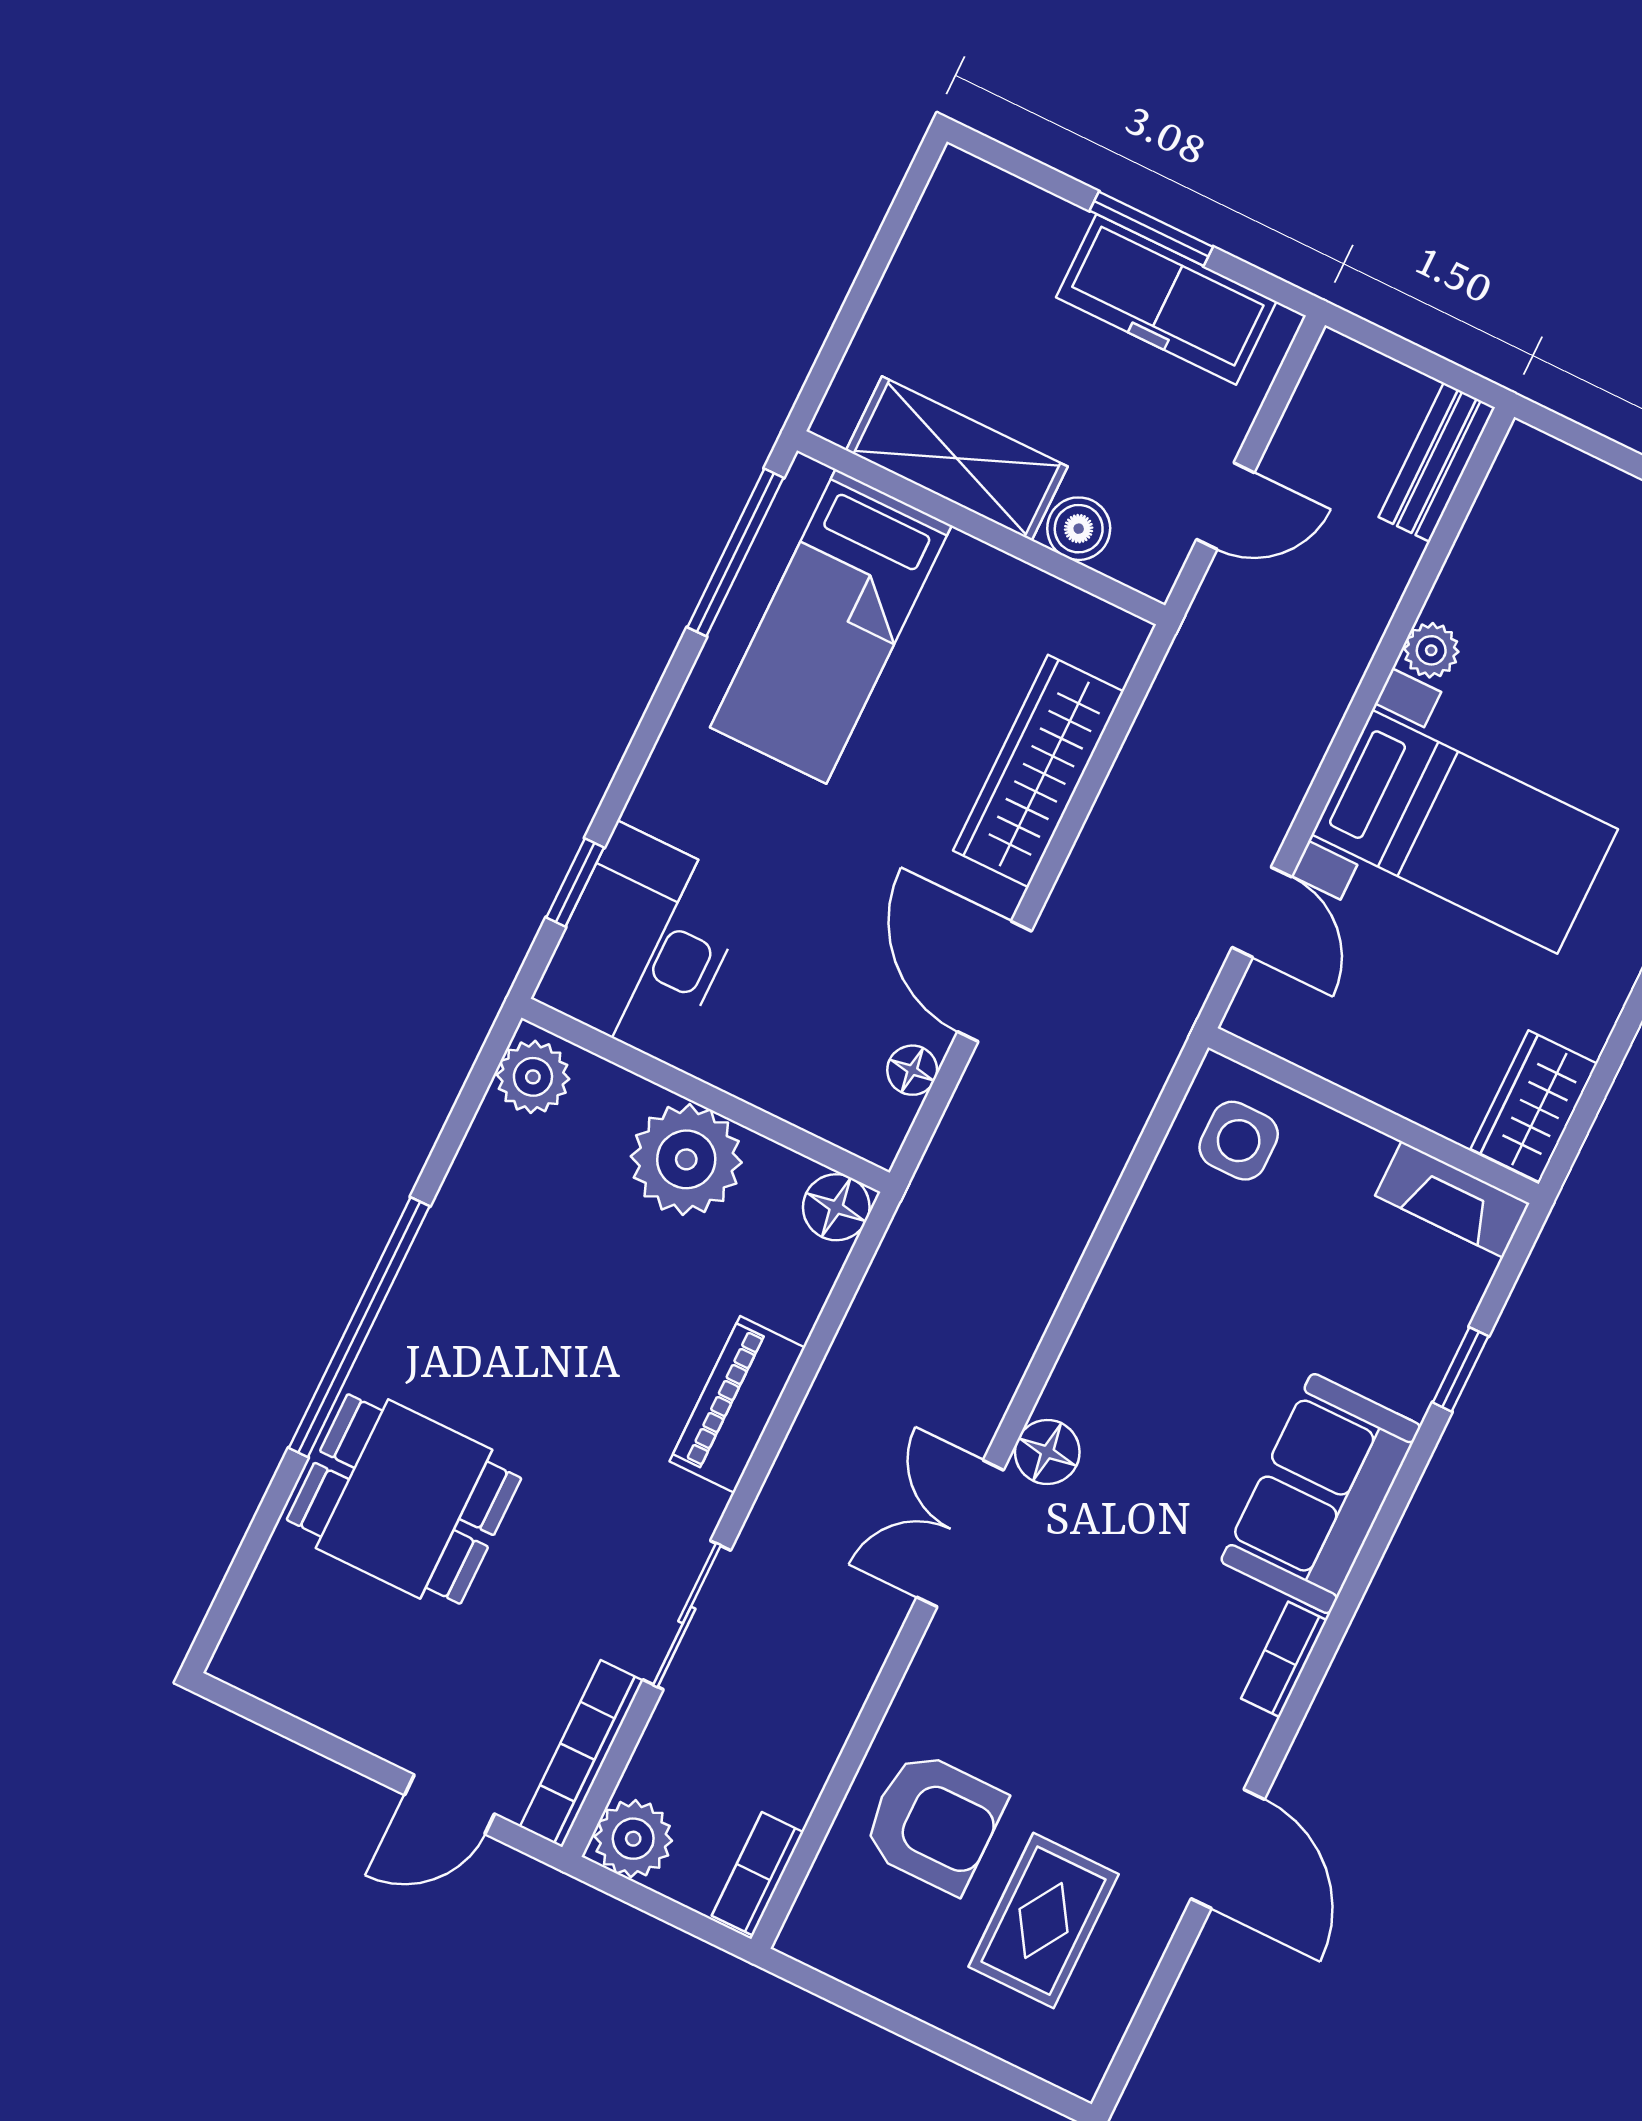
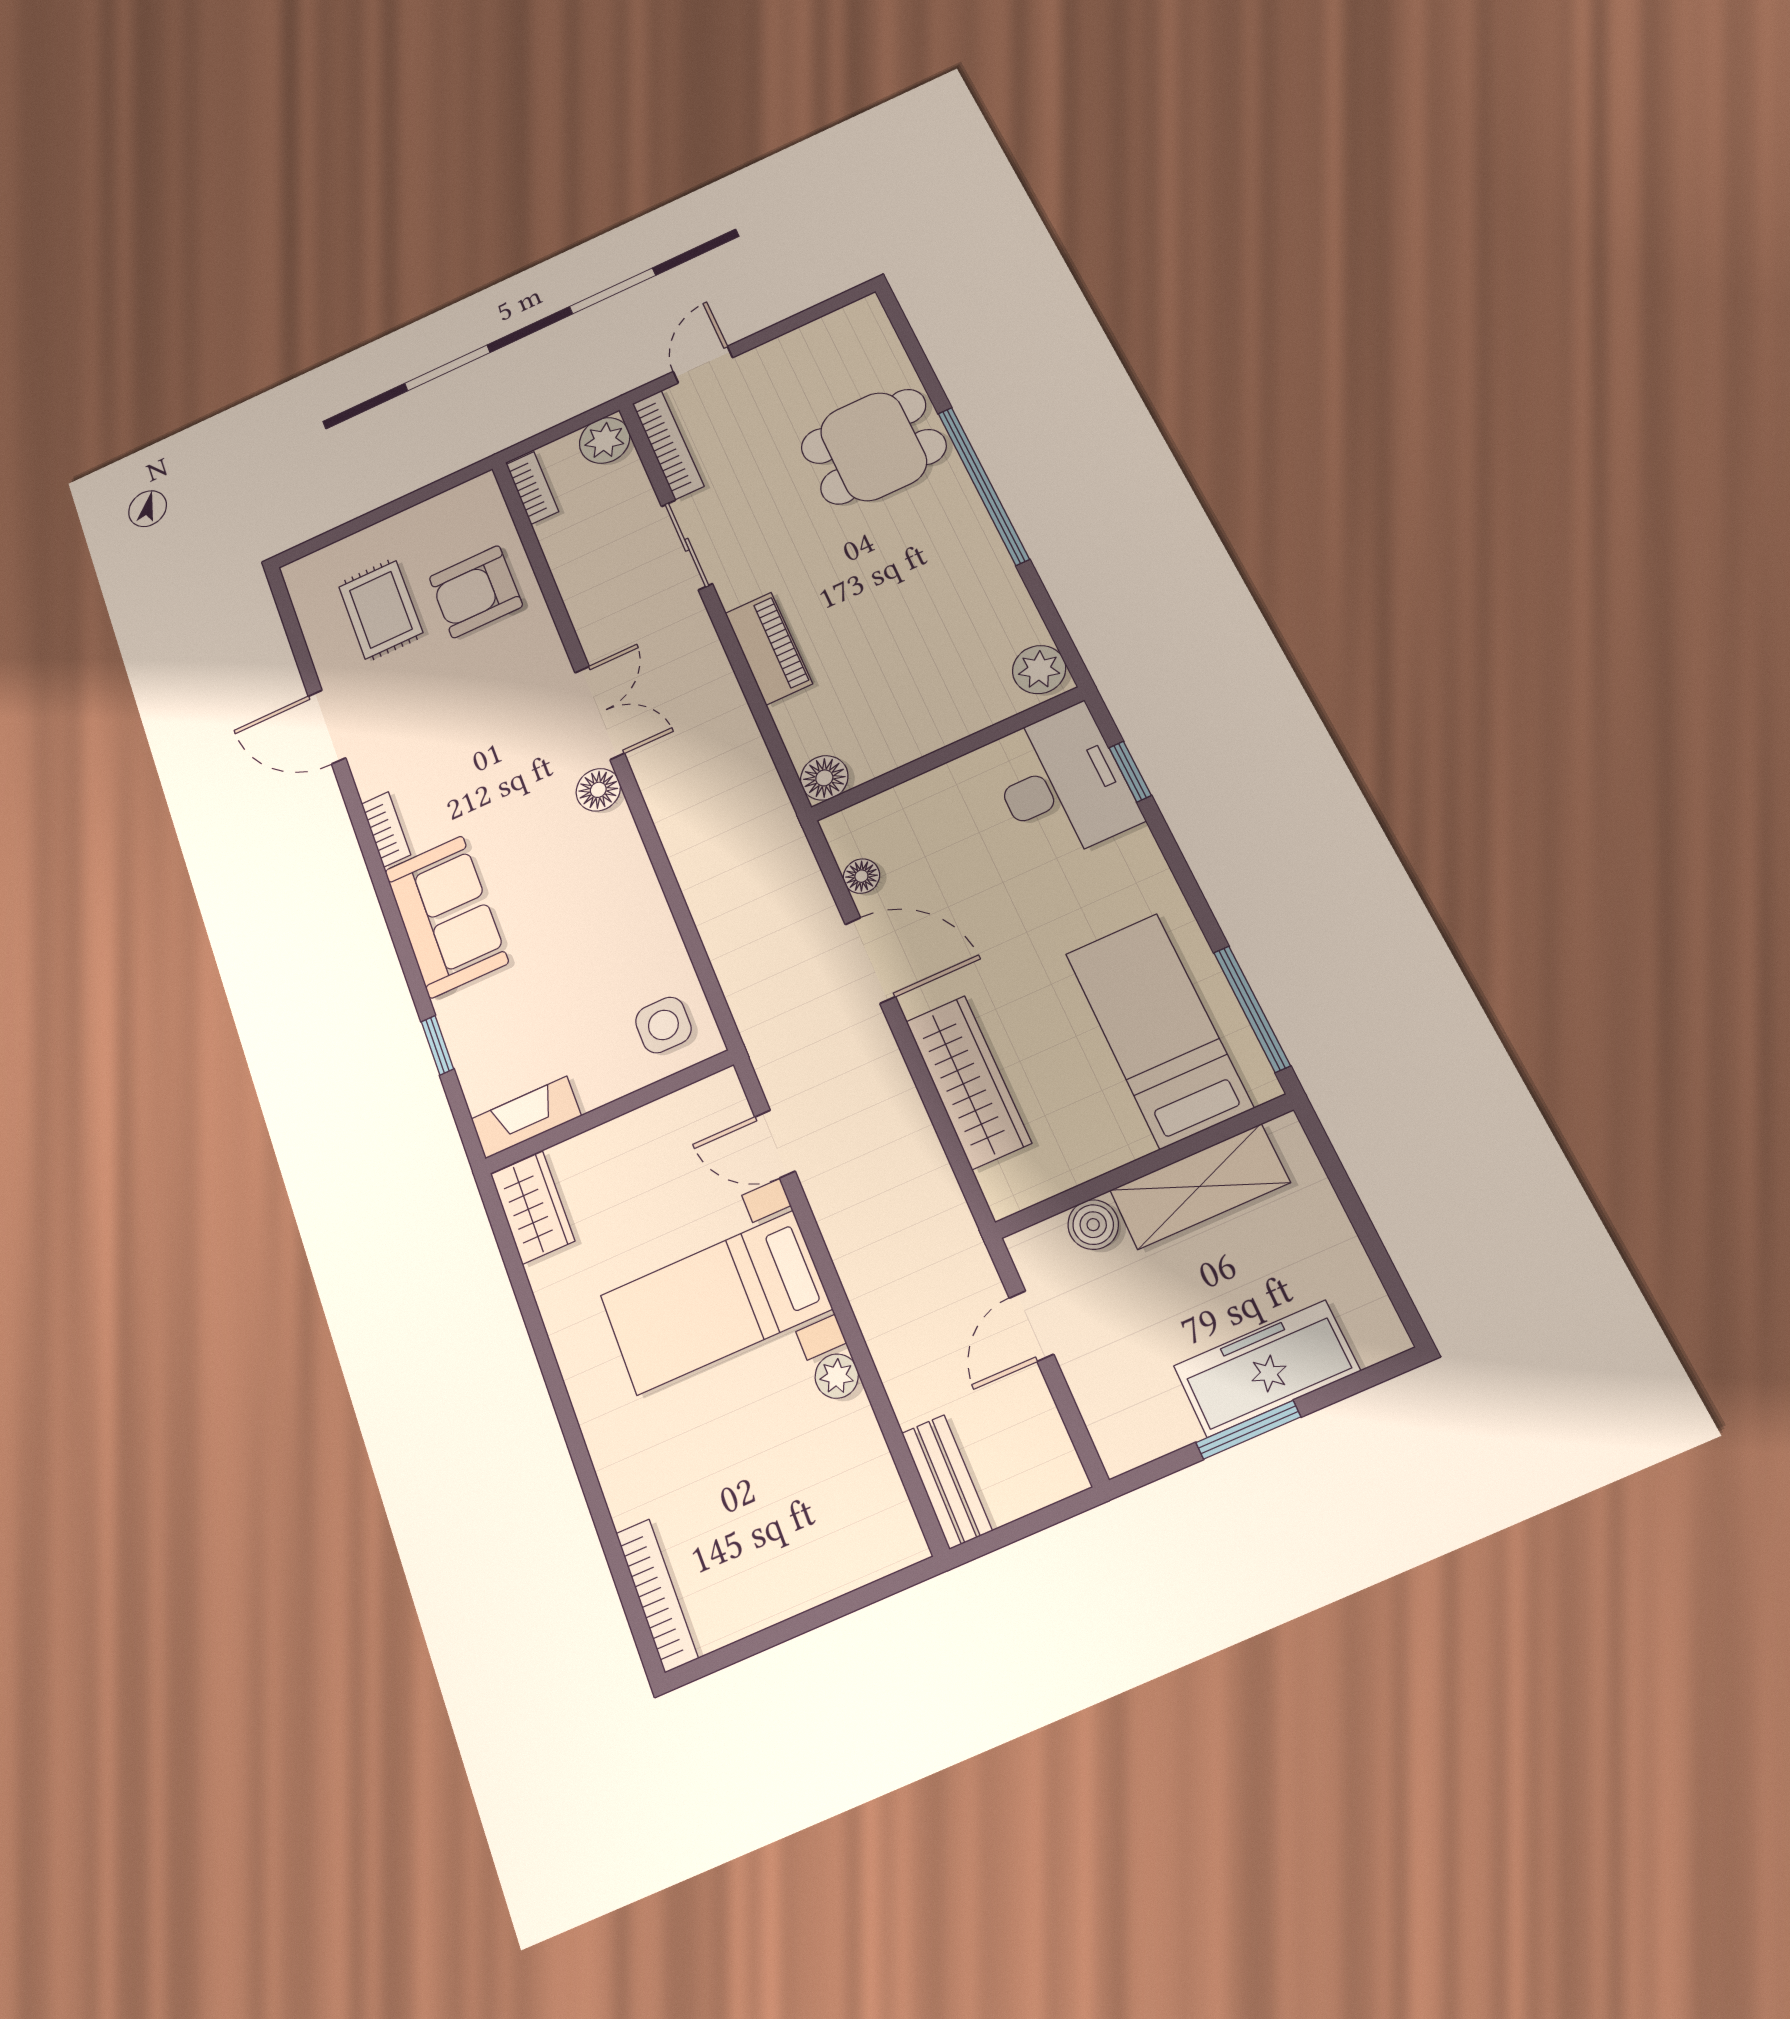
freezer: (1166, 299) -> (1267, 1368), moved
plant: (686, 1159) -> (921, 718), removed

